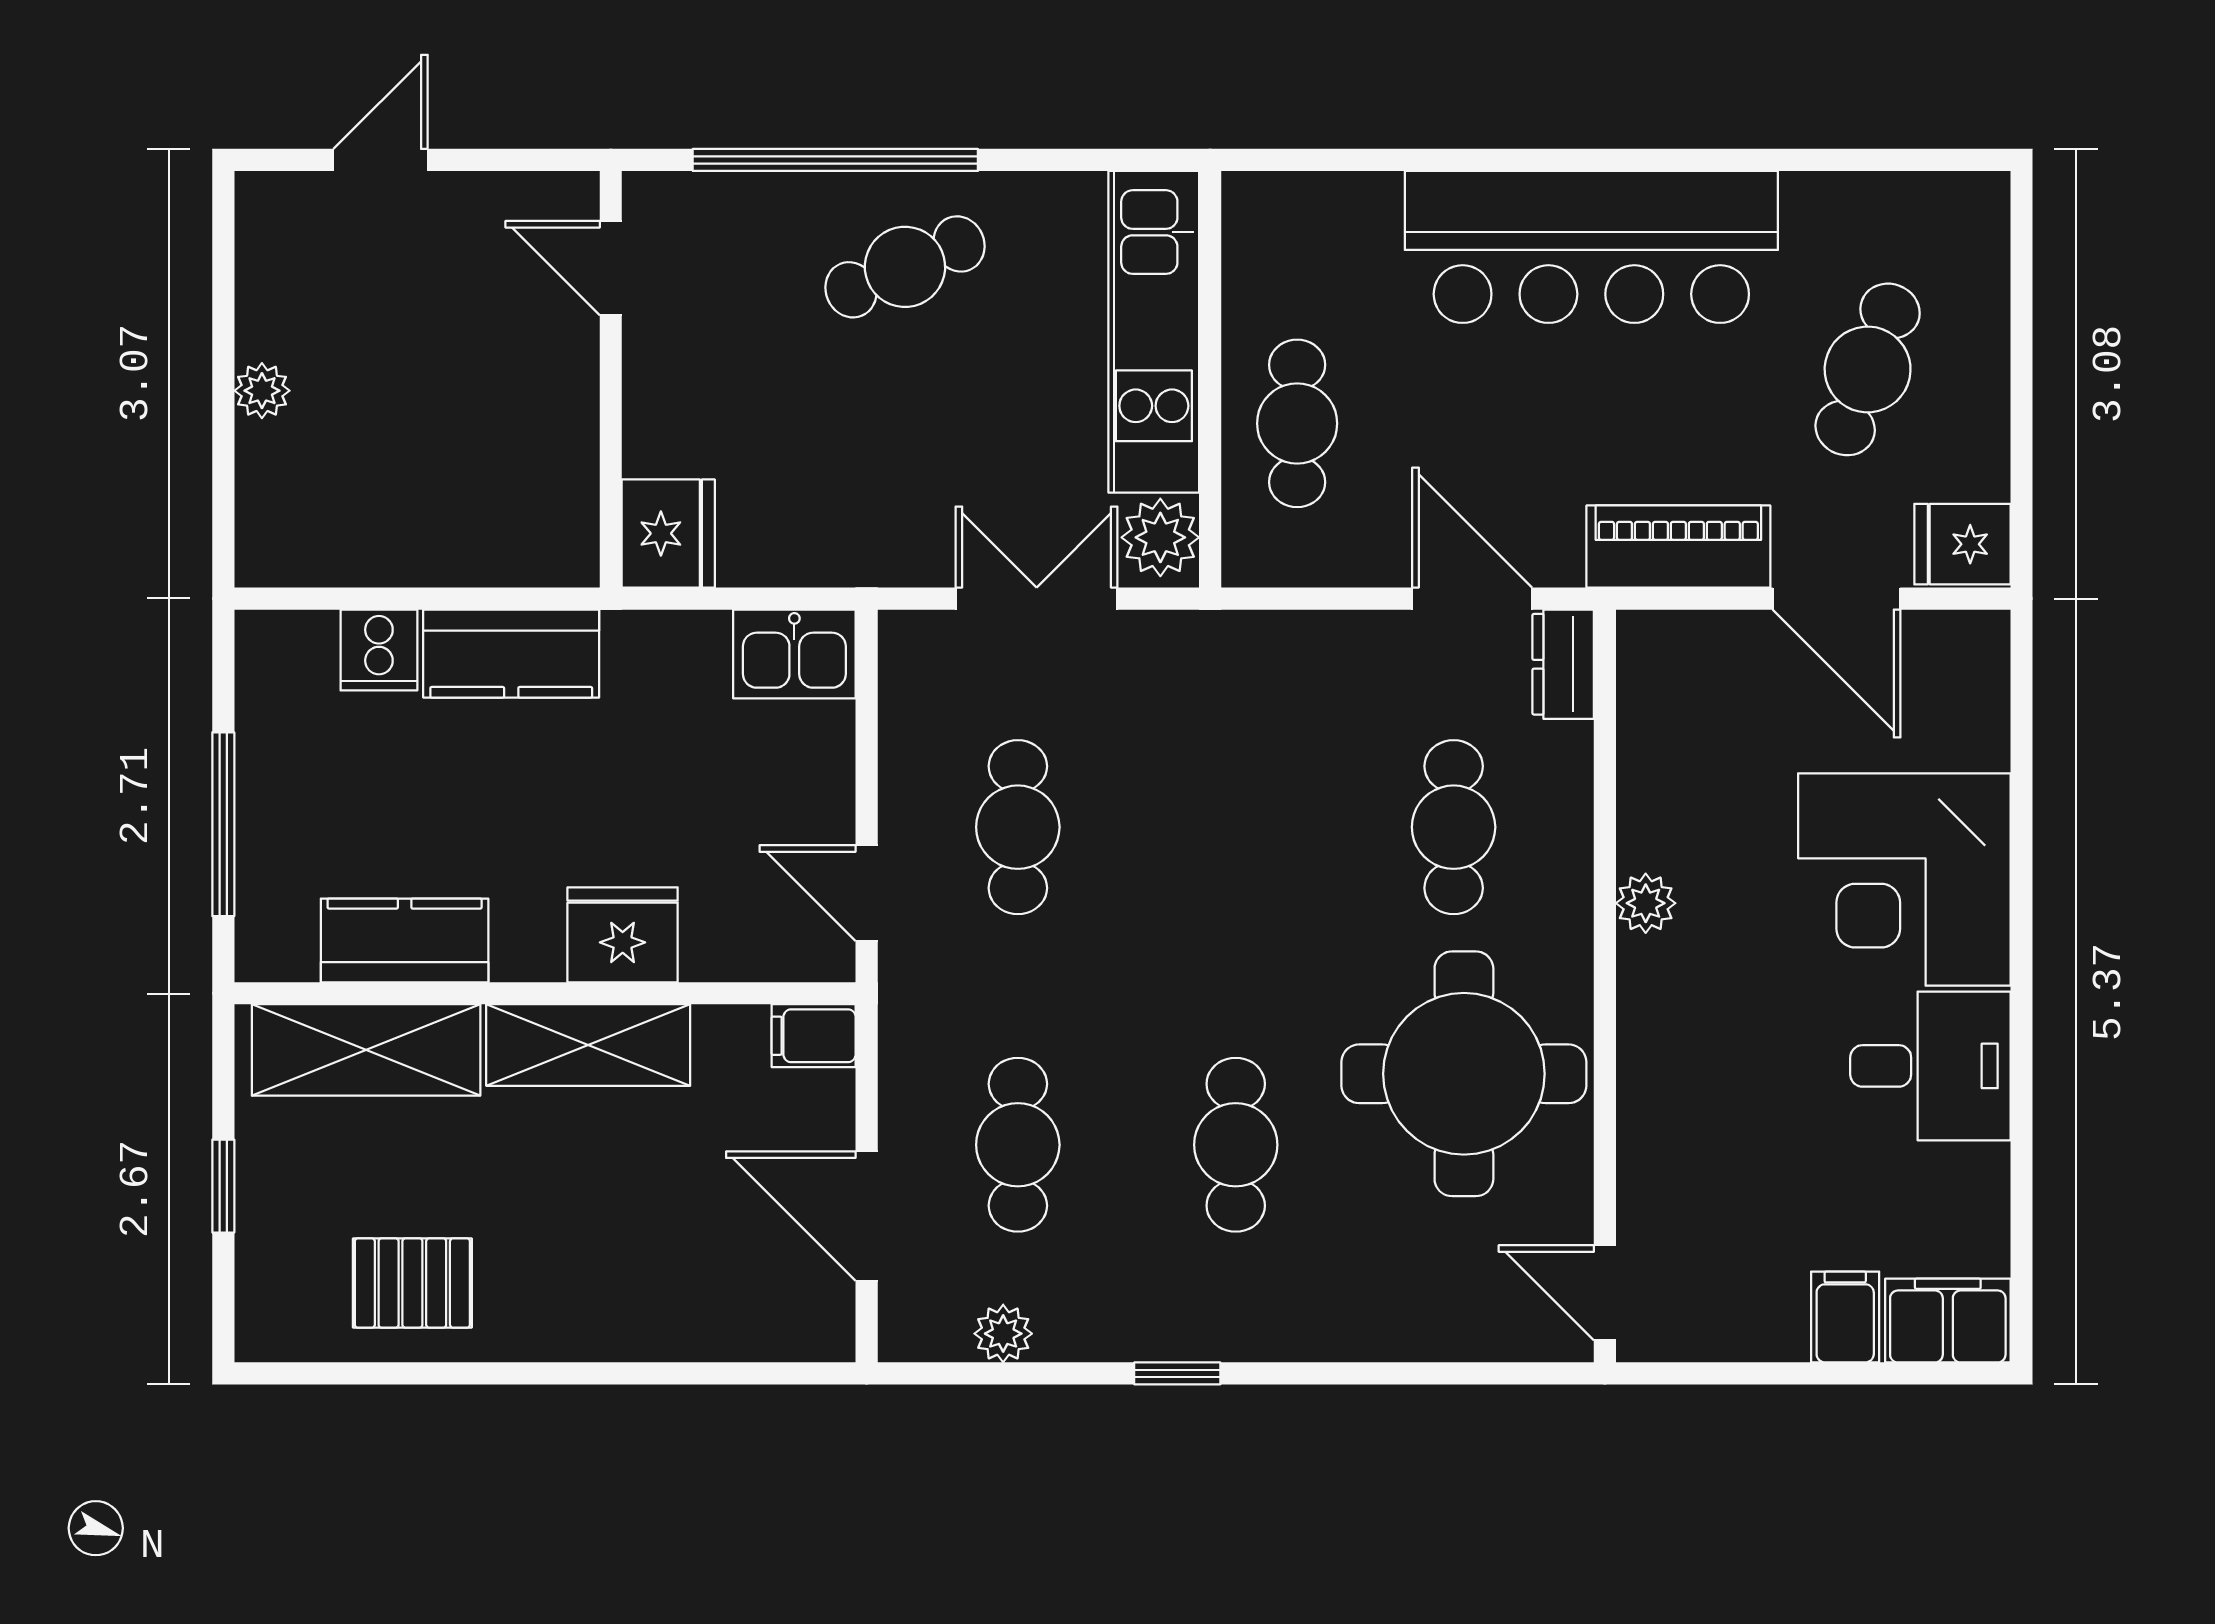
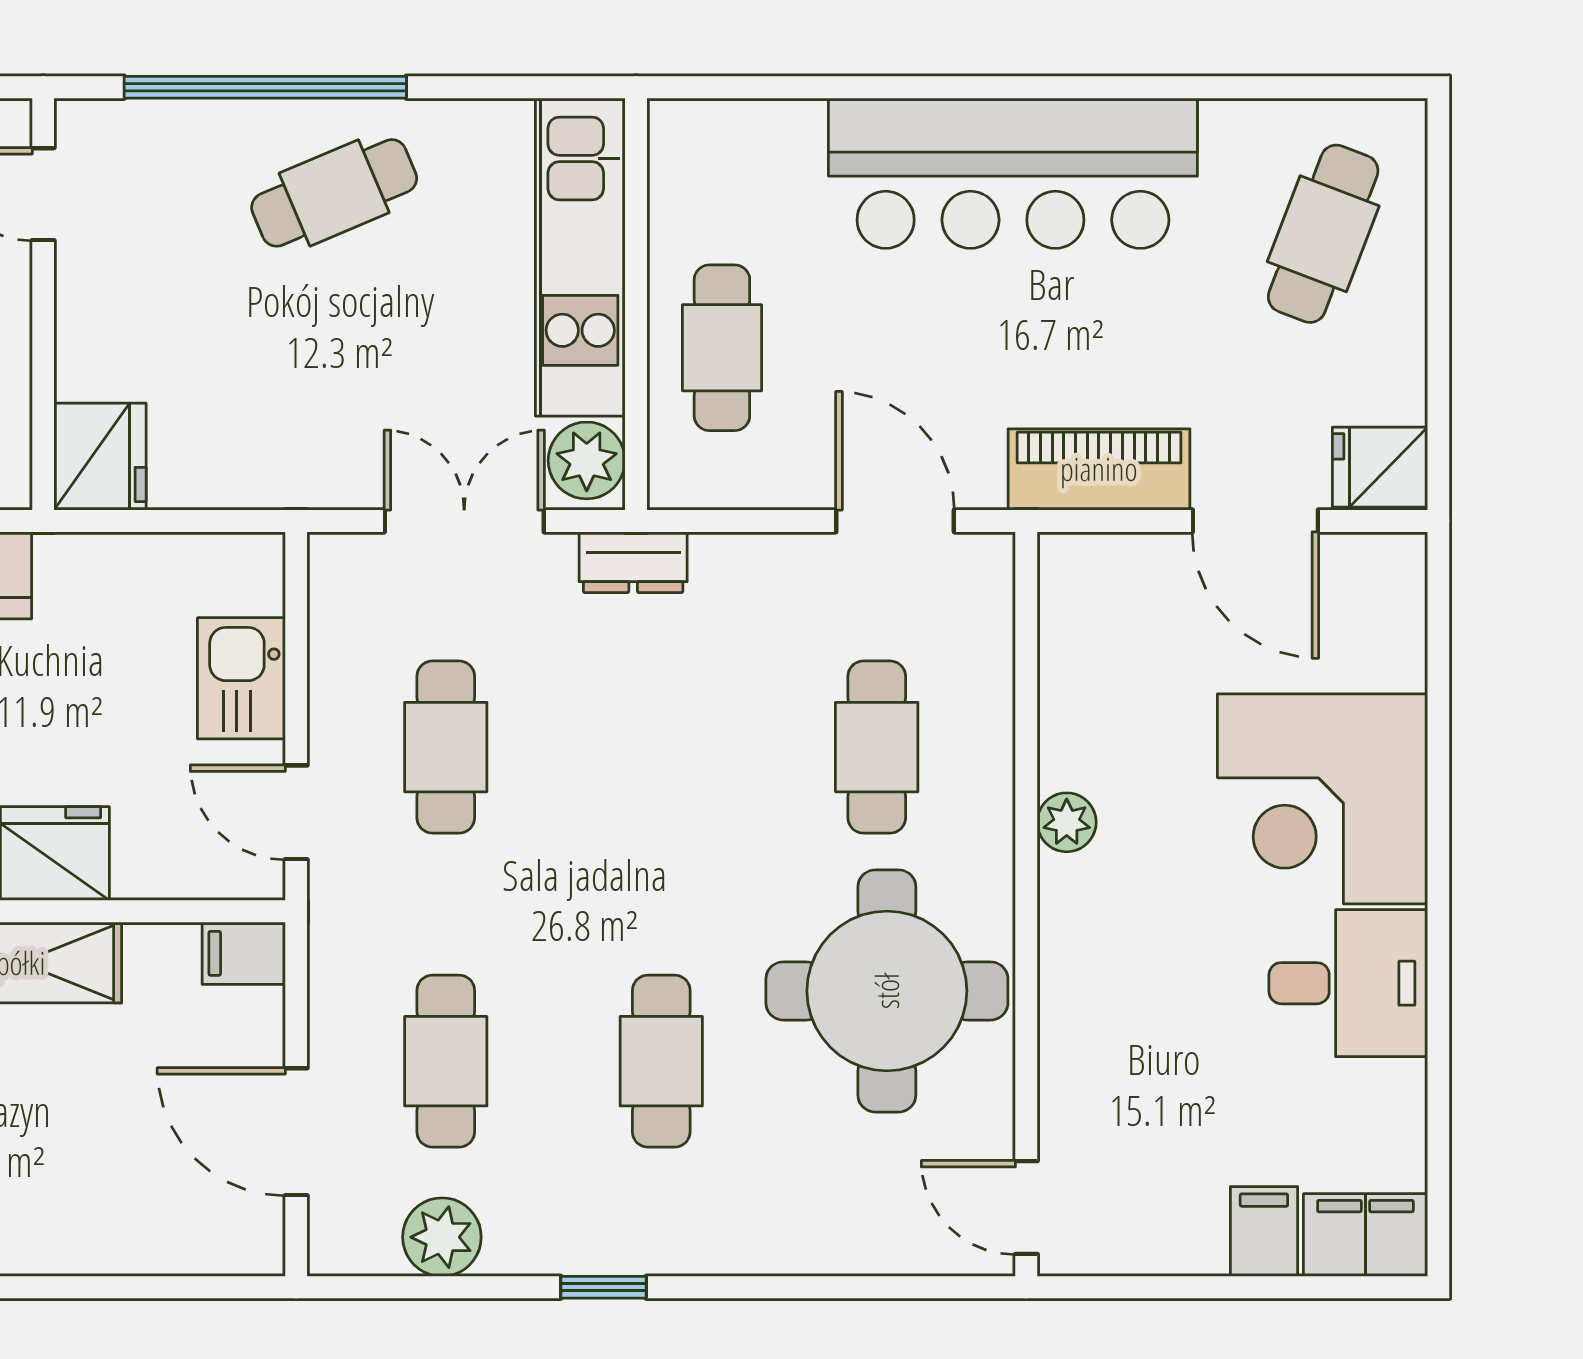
cafe table: (1868, 369) -> (1323, 234), moved
kitchen sink: (794, 654) -> (241, 678), moved, turned 90
dresser: (1563, 664) -> (633, 562), moved, turned -90
plant: (1003, 1334) -> (442, 1237), width x1.38, depth x1.38

